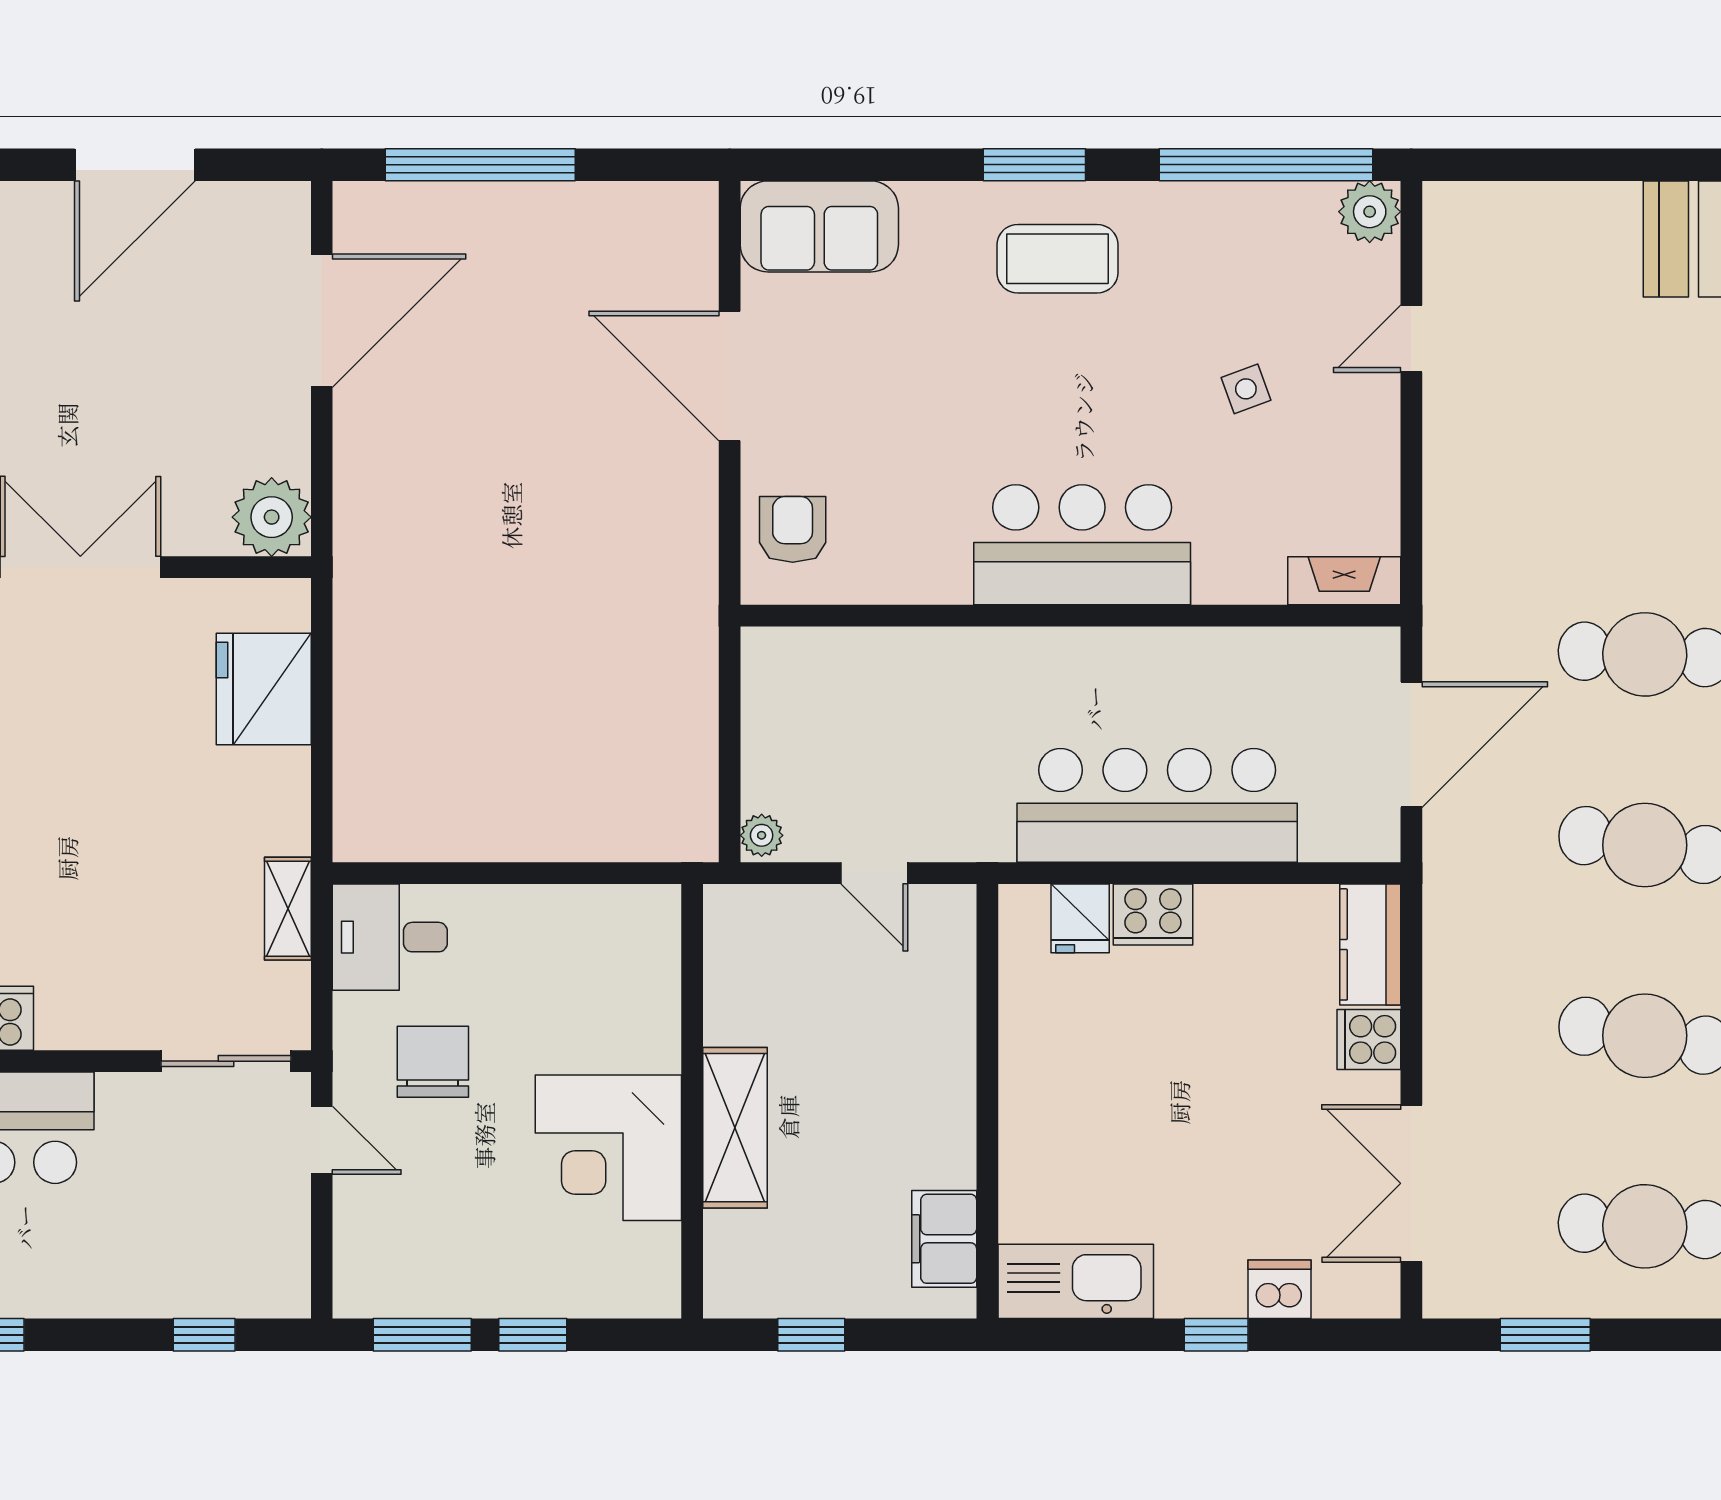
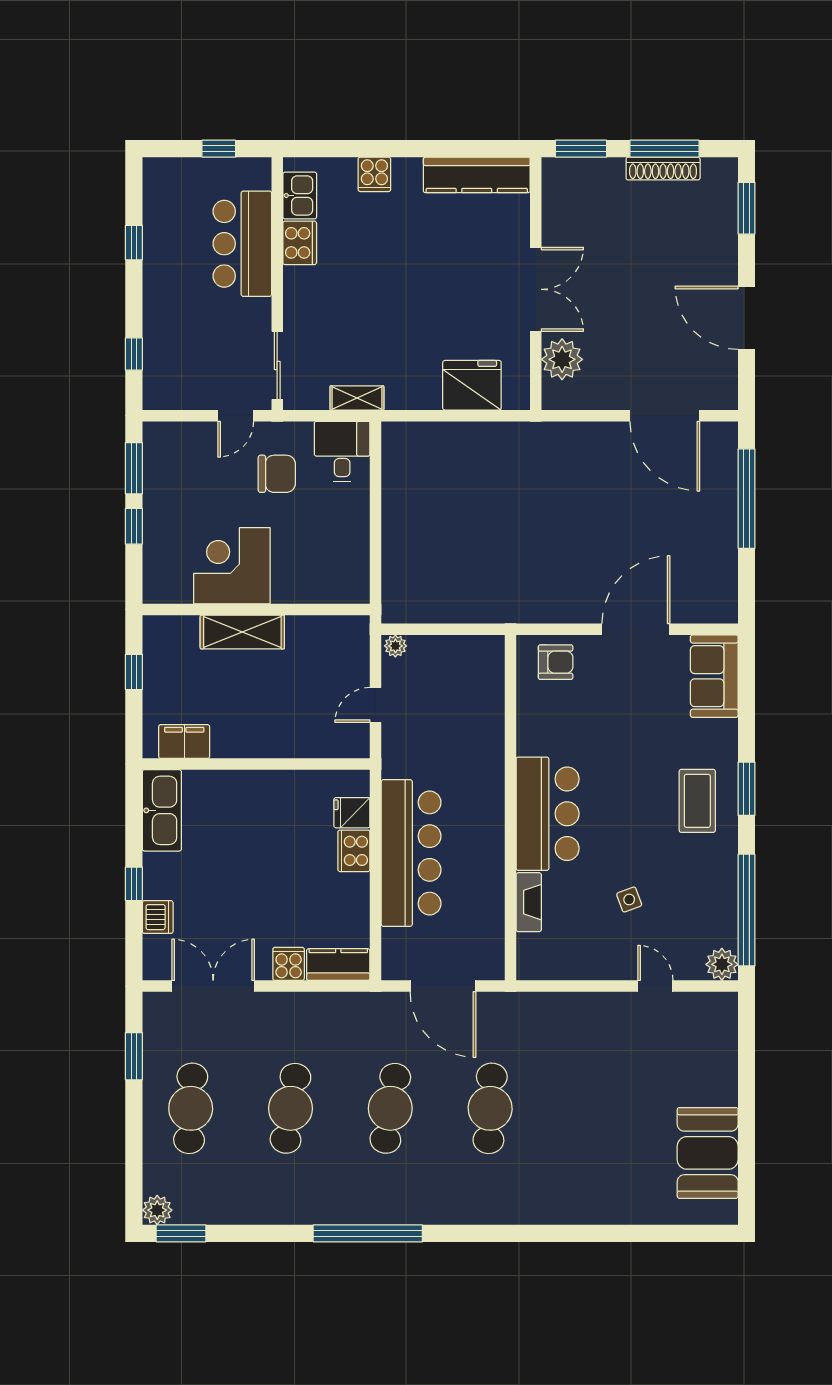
plant: (272, 517) -> (562, 359), moved
fireplace: (1344, 581) -> (529, 902), moved

